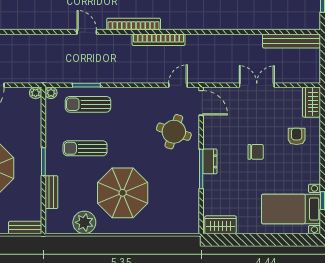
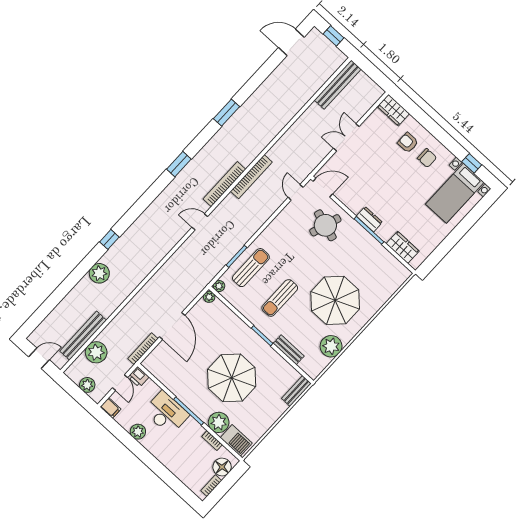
sun lounger: (88, 104) -> (251, 268), turned 180
chair: (256, 152) -> (427, 158), moved, turned 90
wardrobe: (221, 225) -> (403, 247), moved, turned 90

